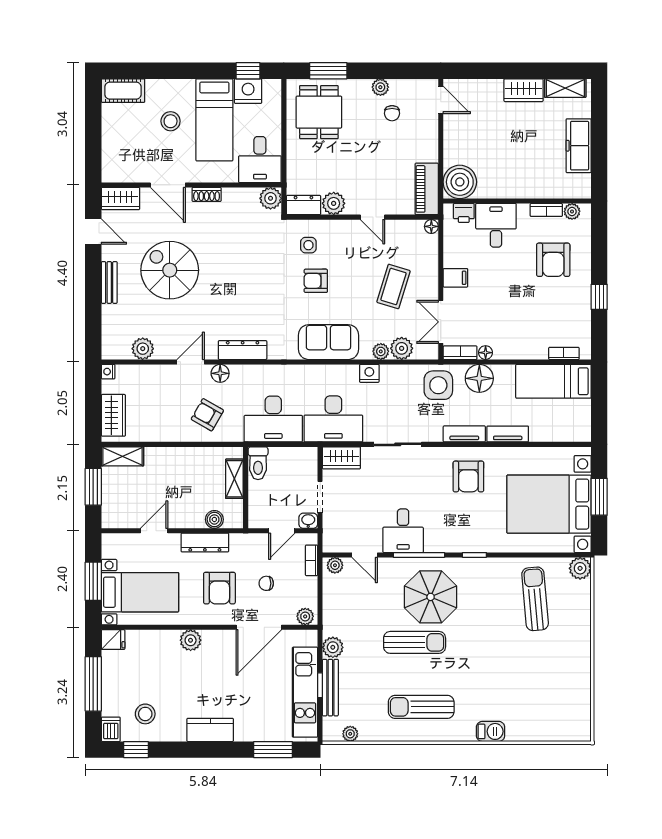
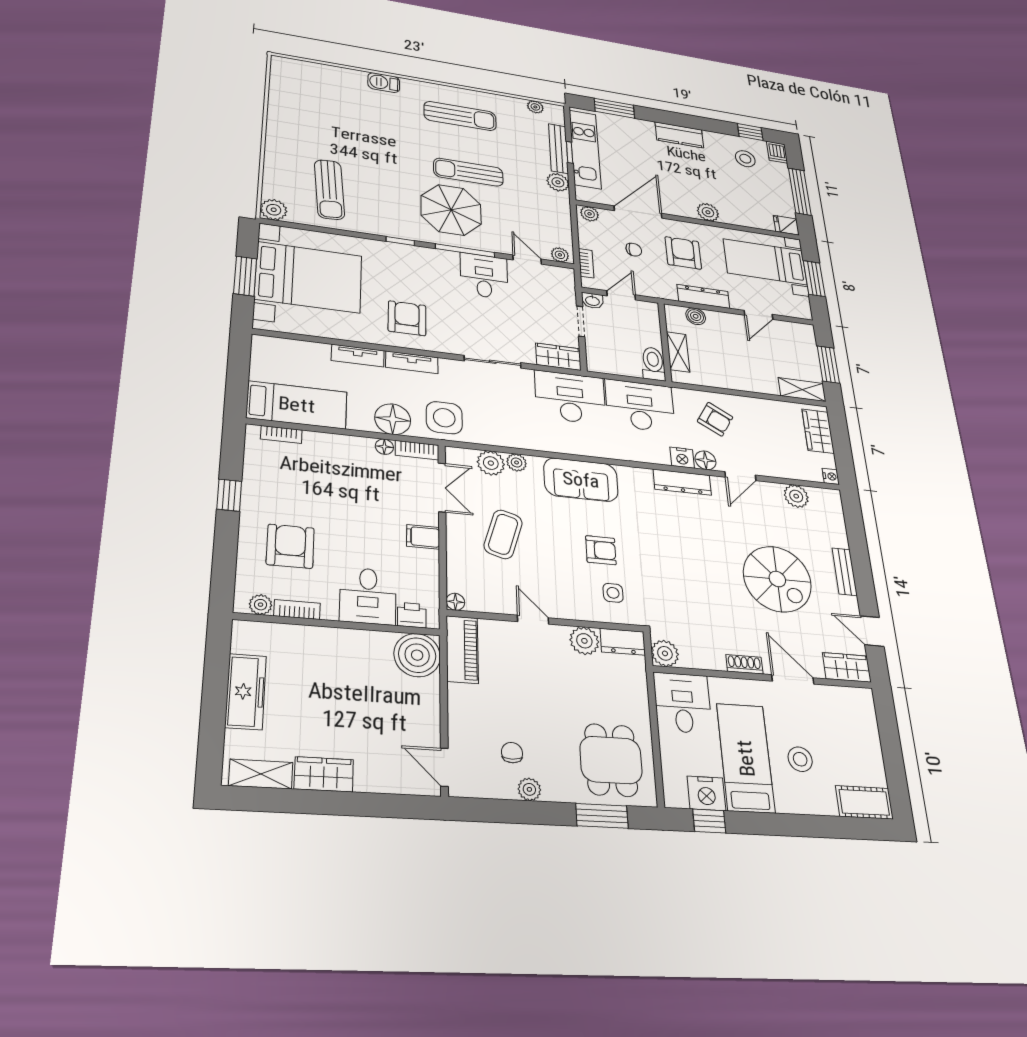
nightstand: (369, 373) -> (682, 458), moved

